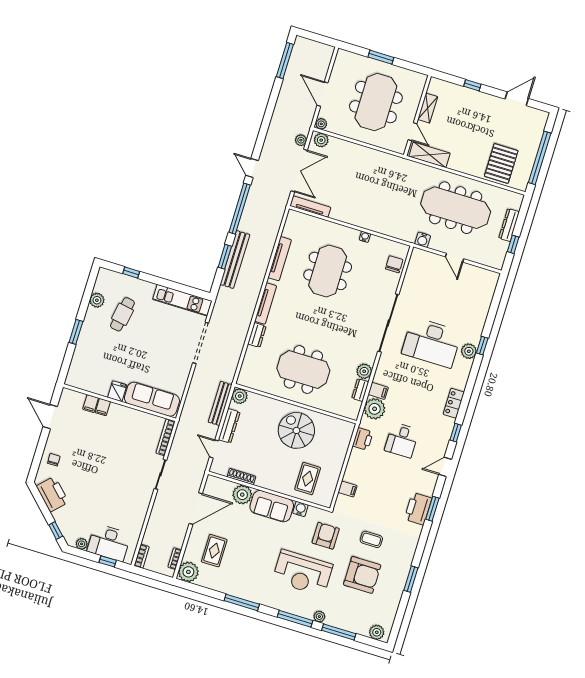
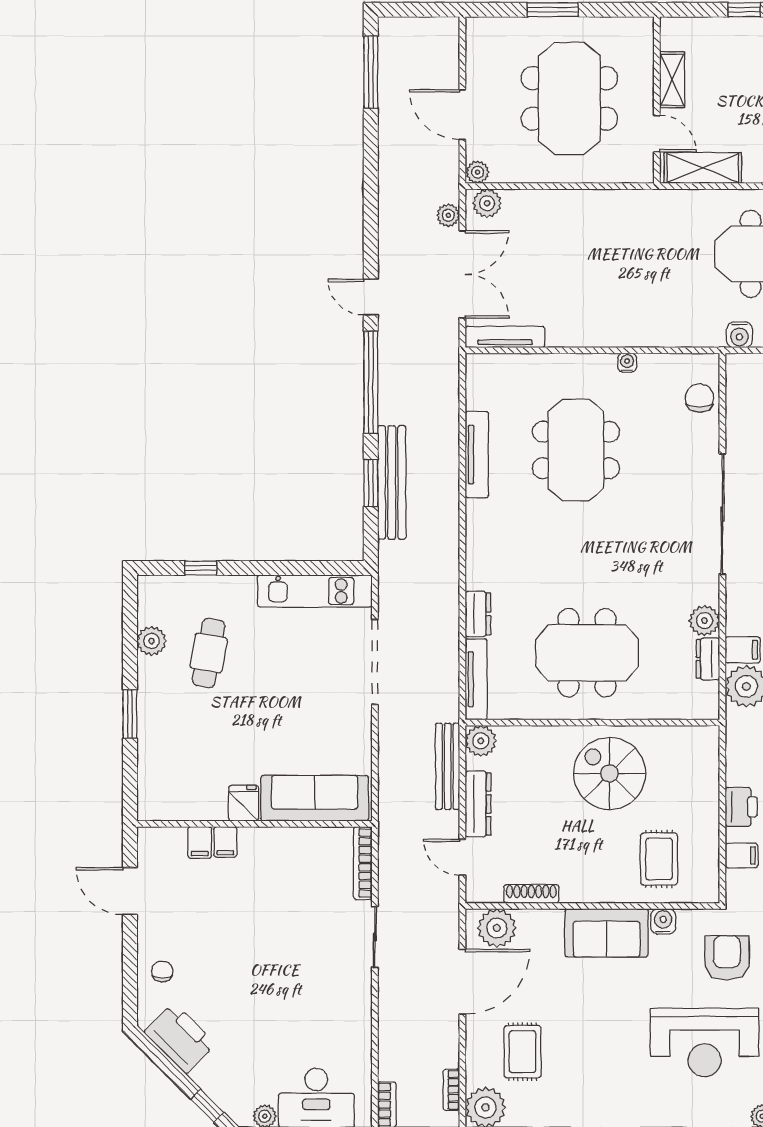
tv unit: (266, 304) -> (476, 679), moved
printer: (363, 439) -> (741, 807), moved
plant: (242, 495) -> (497, 928), moved

